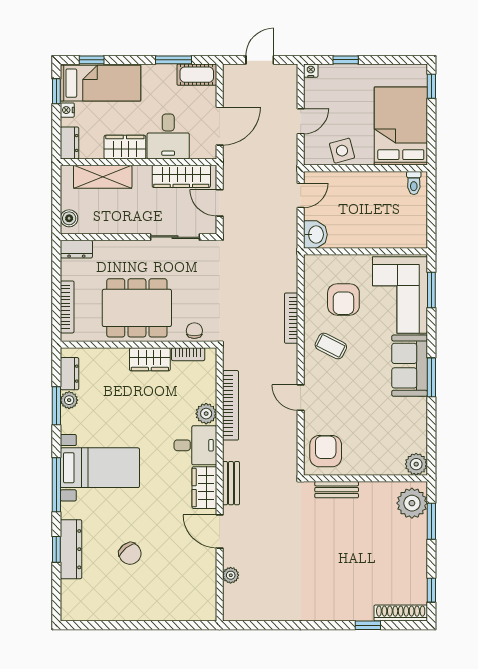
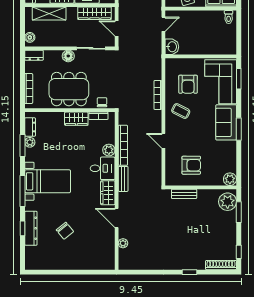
floor lamp: (136, 250) -> (68, 56), added
armchair: (326, 451) -> (191, 165), moved, turned 90
bench: (231, 483) -> (123, 179), moved
window: (368, 625) -> (190, 272), moved

